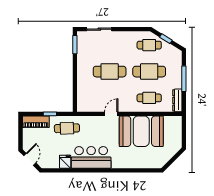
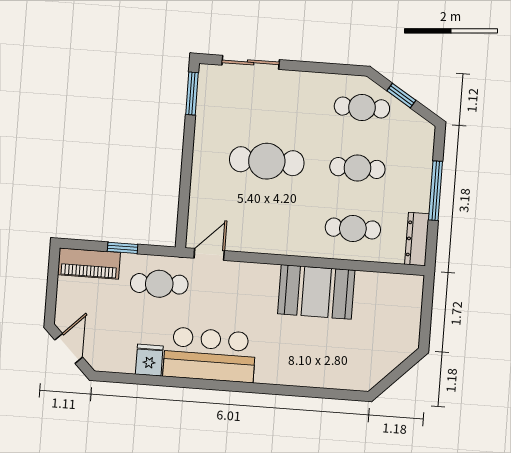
cafe table: (149, 72) -> (357, 168), width x0.73, depth x0.74
door: (111, 114) -> (209, 254), moved
booth: (141, 131) -> (316, 292), width x0.73, depth x0.70

